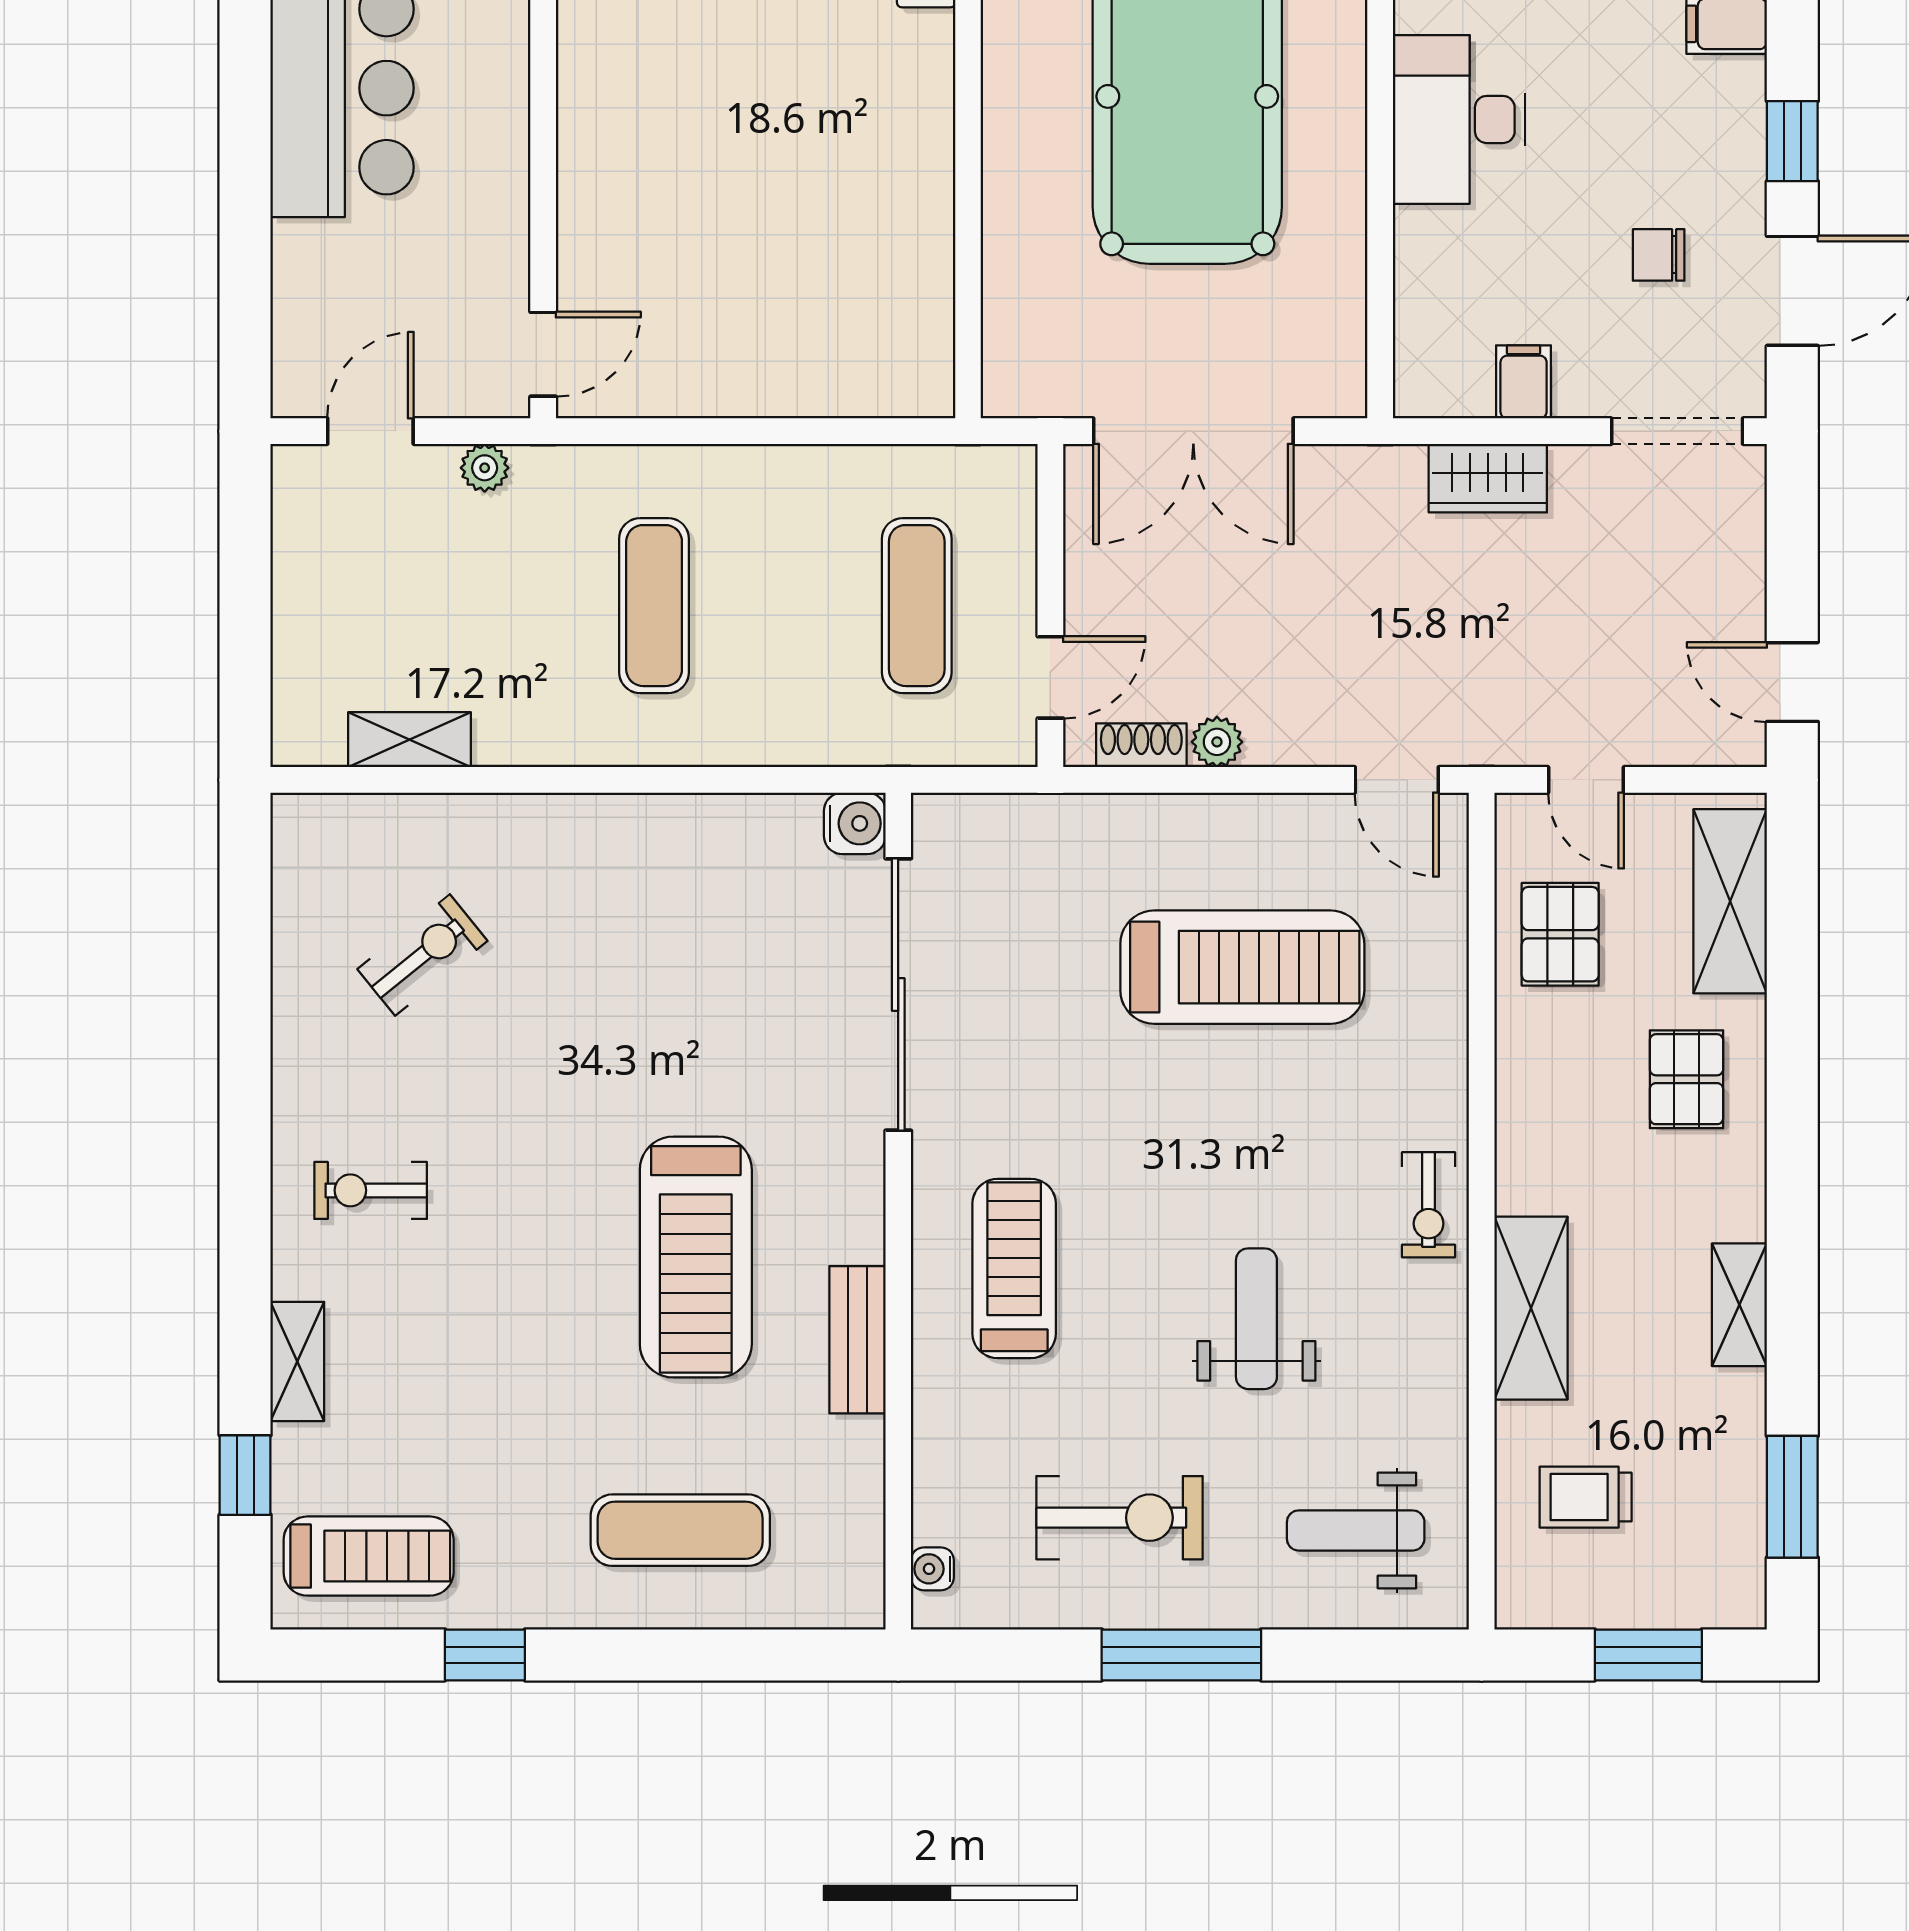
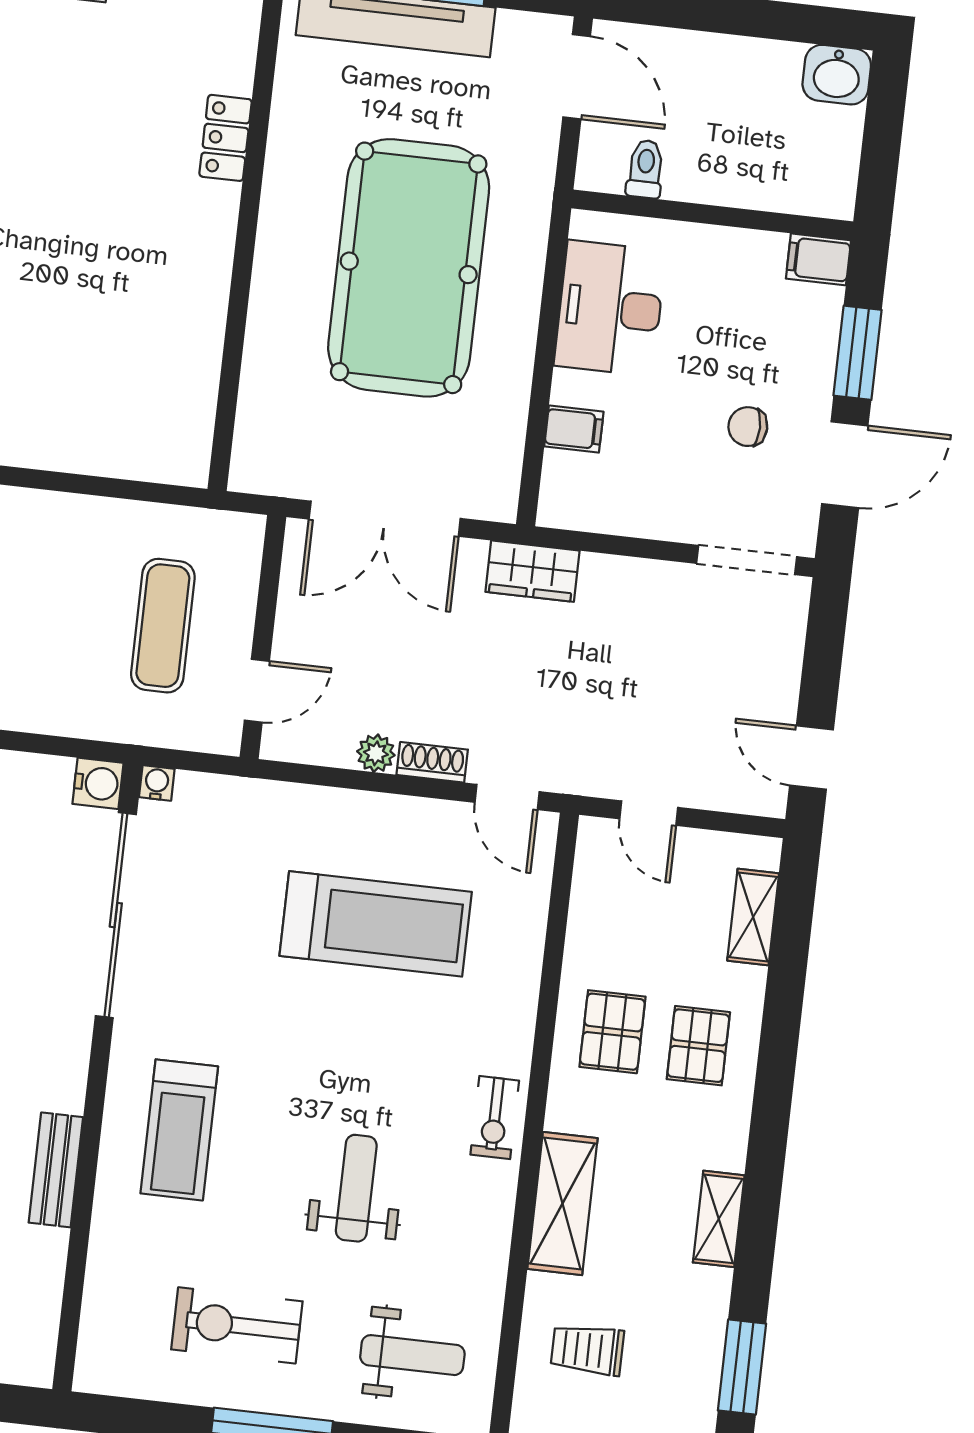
window: (1792, 141) -> (858, 353), width x1.50
filing cabinet: (1524, 382) -> (574, 429), moved, turned 90
wardrobe: (1488, 478) -> (532, 571), moved
shoe rack: (1141, 745) -> (432, 762), moved
shelving: (1730, 901) -> (753, 917), width x0.67, depth x0.75
pallet: (1560, 934) -> (612, 1032), moved
treadmill: (1014, 1269) -> (179, 1130), turned 180
exercise bike: (1120, 1518) -> (237, 1325), turned 180
weight bench: (1356, 1530) -> (412, 1355), turned 180
water cooler: (932, 1569) -> (157, 783), moved, turned 90

